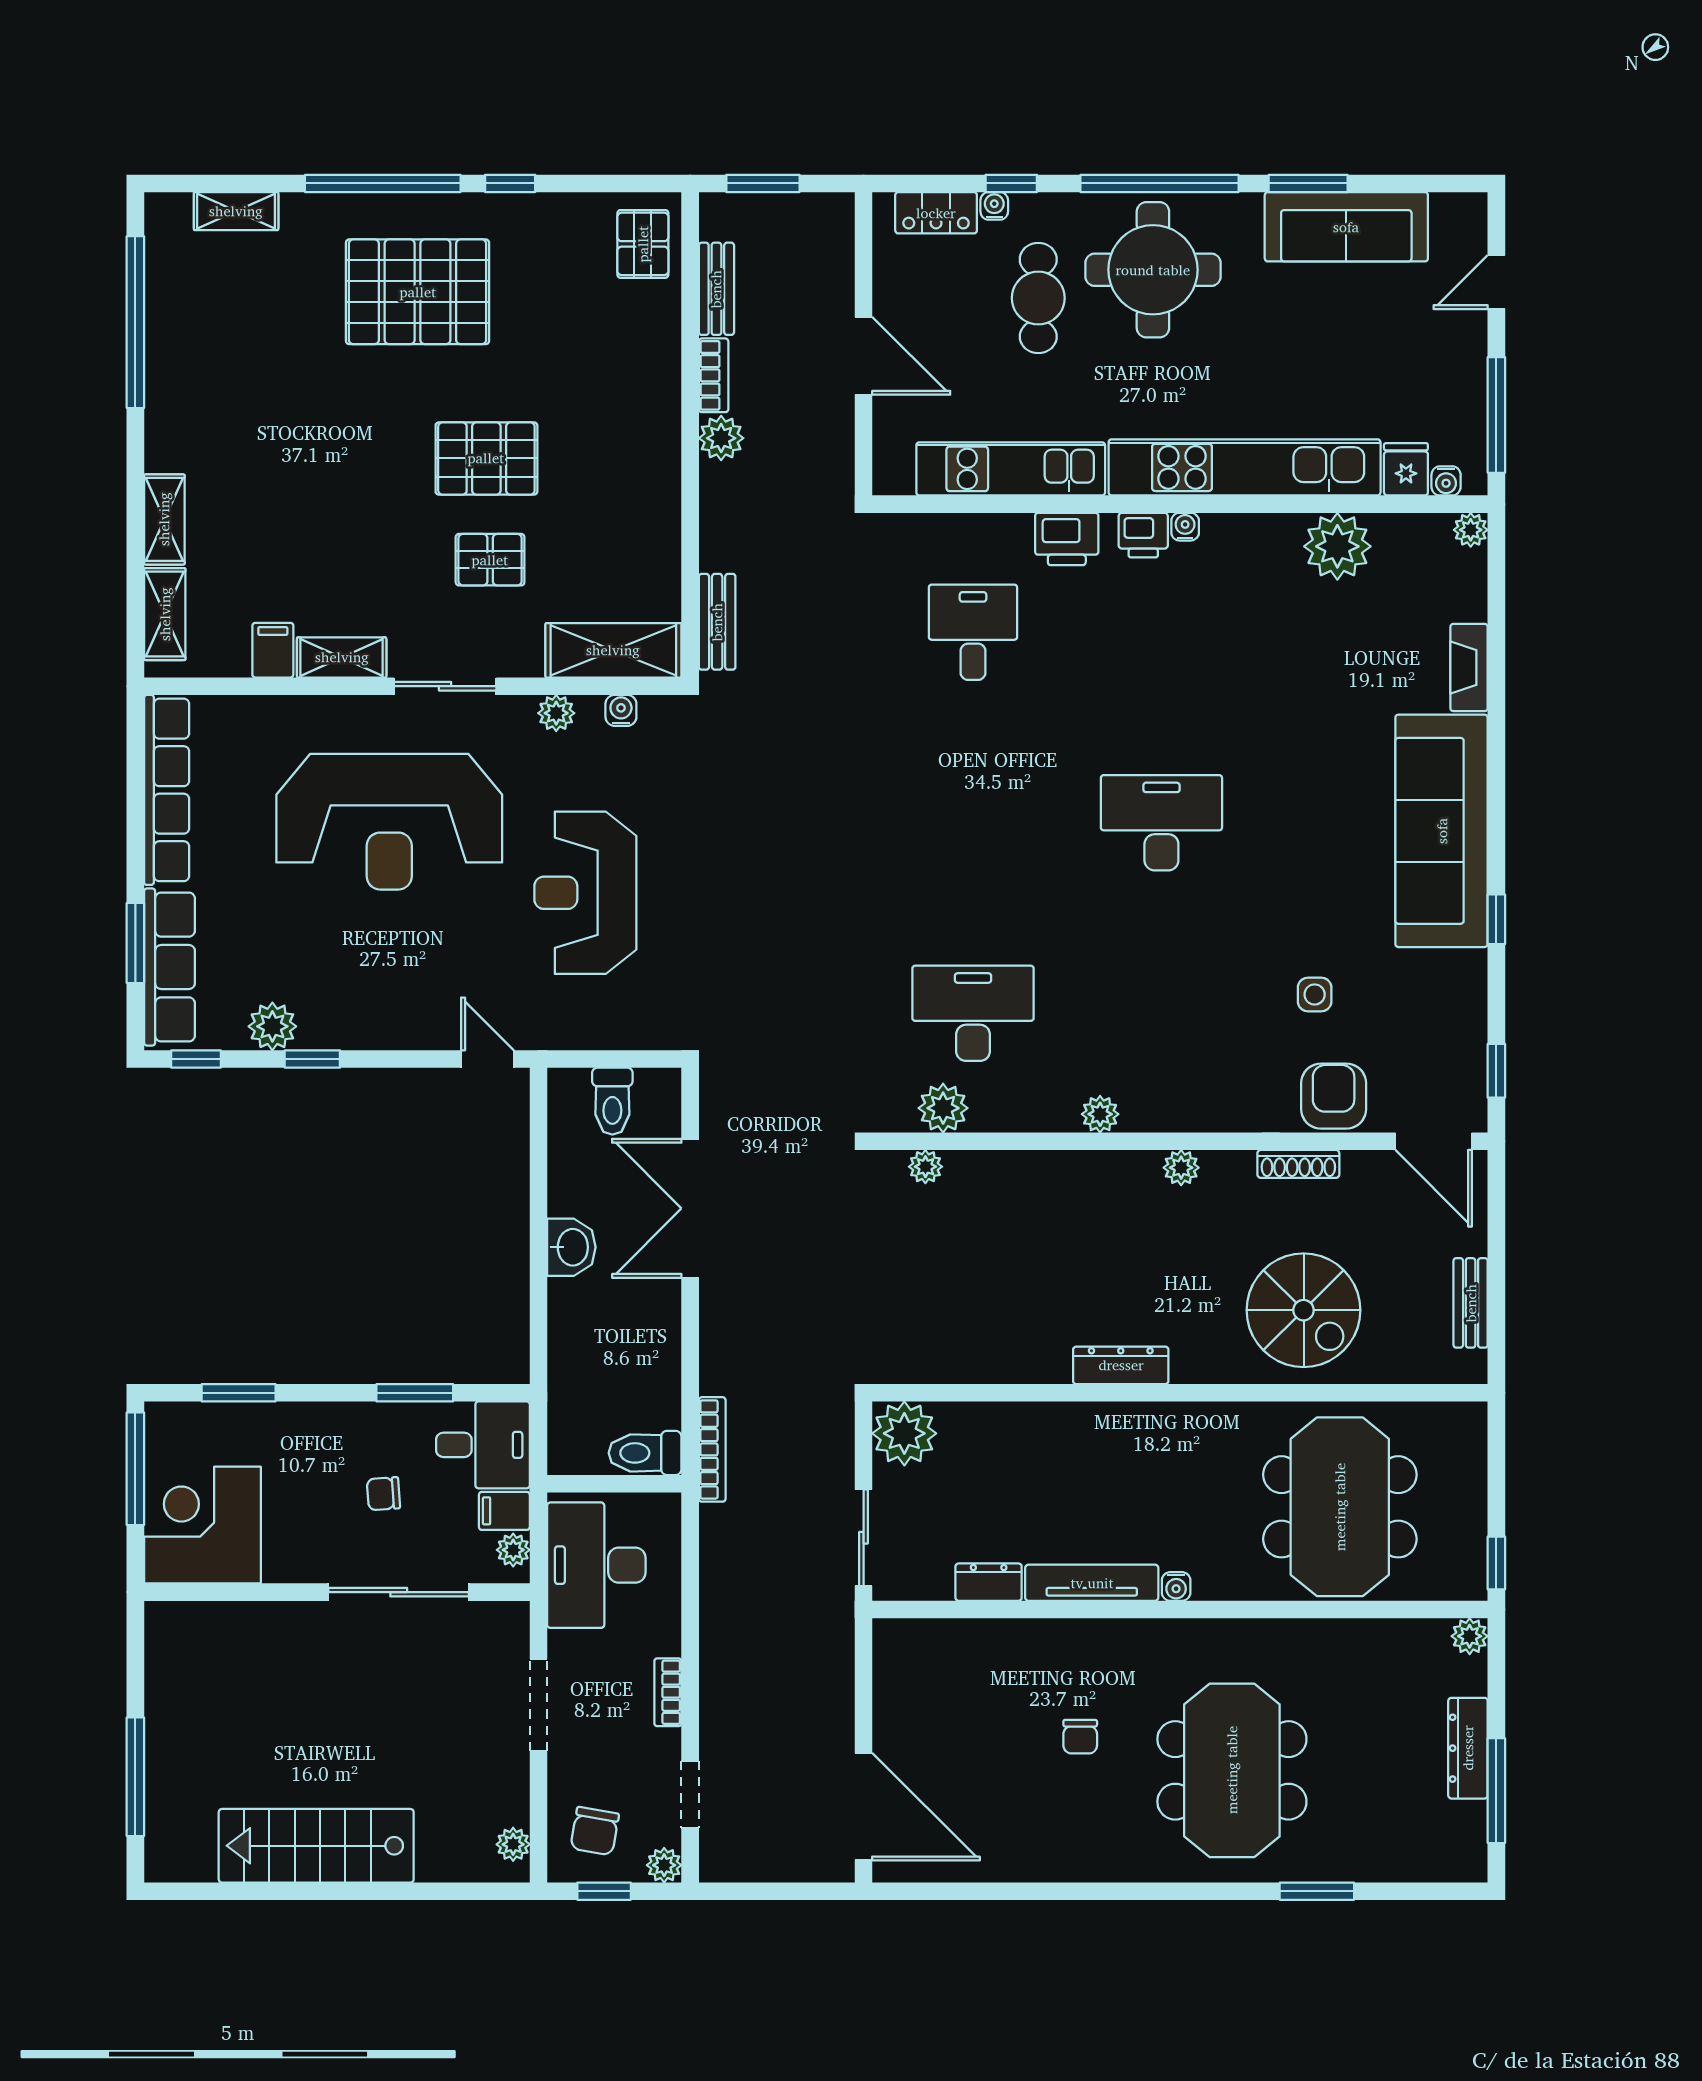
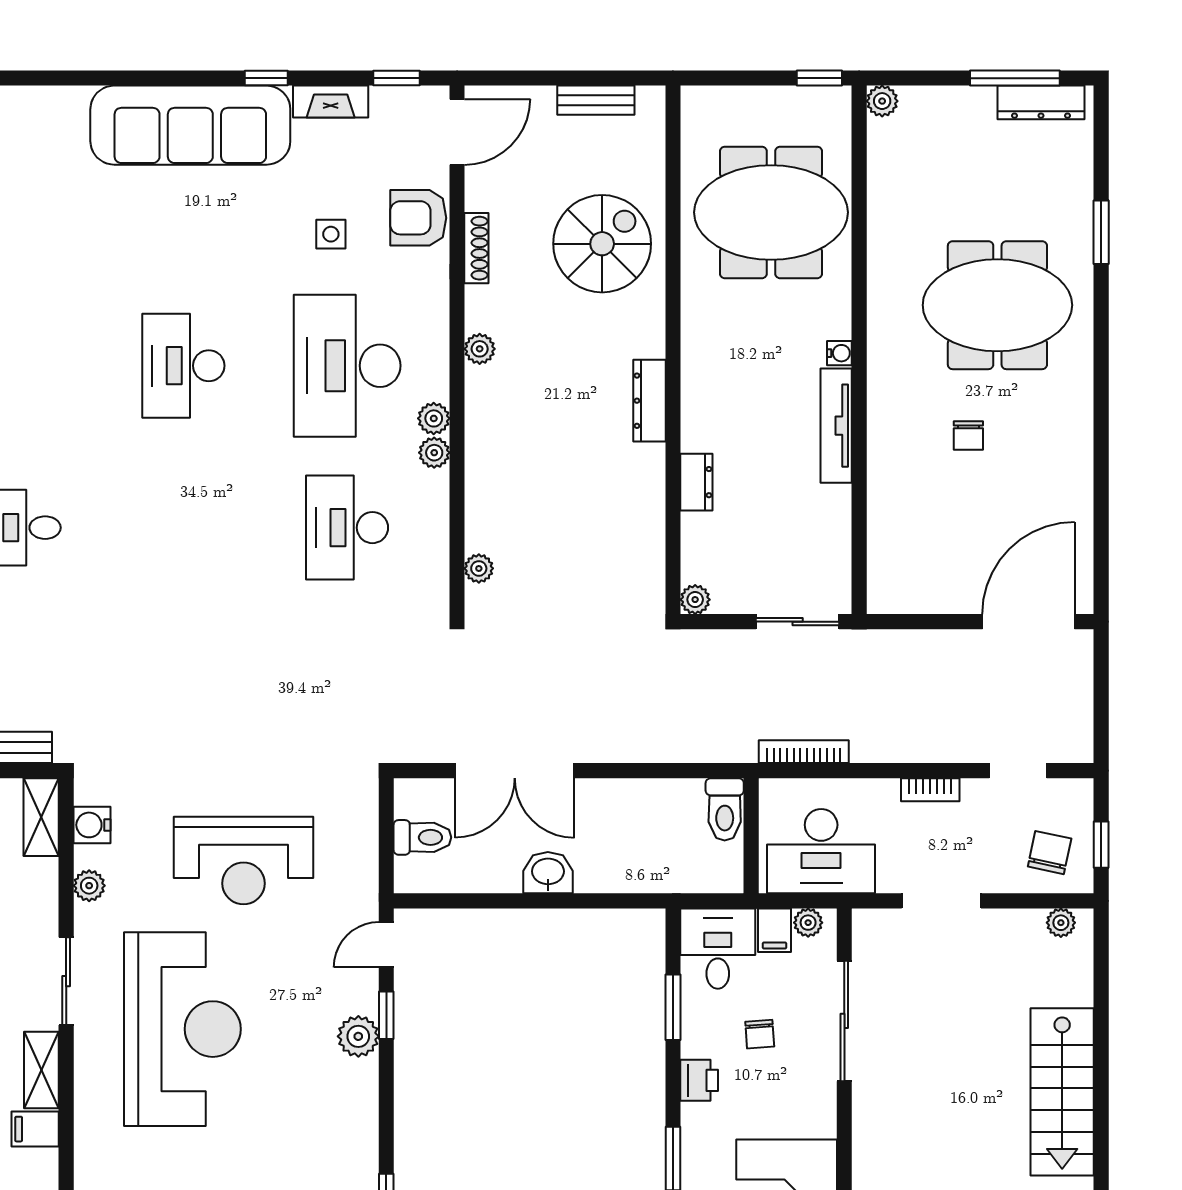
shelving: (613, 650) -> (41, 817), width x0.67, depth x0.75
fireplace: (1469, 667) -> (331, 102), moved
water cooler: (621, 710) -> (92, 825), width x1.38, depth x1.38
desk: (1161, 1013) -> (347, 366), added
plant: (272, 1026) -> (358, 1036), moved
window: (312, 1059) -> (386, 1015), moved
plant: (943, 1108) -> (434, 453), moved, width x0.73, depth x0.73
printer: (330, 1423) -> (699, 1080), added
plant: (904, 1433) -> (695, 600), width x0.53, depth x0.53
bookcase: (712, 1449) -> (804, 752), moved
dresser: (989, 1582) -> (696, 482), moved, turned 180
chair: (1080, 1737) -> (968, 436), turned 90
dresser: (1468, 1748) -> (1041, 102), moved
chair: (595, 1831) -> (1050, 853), turned -88
plant: (664, 1865) -> (1079, 793), removed

